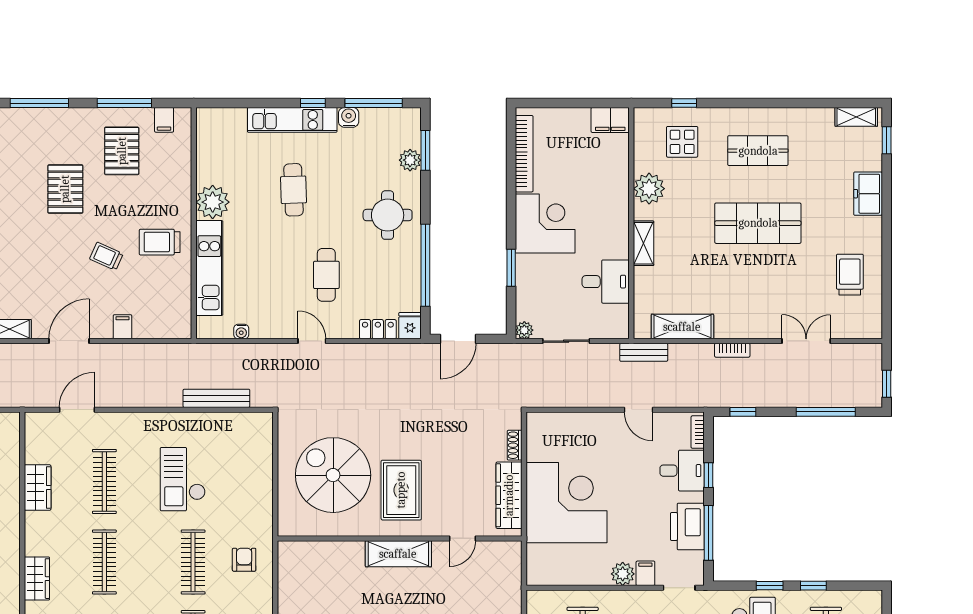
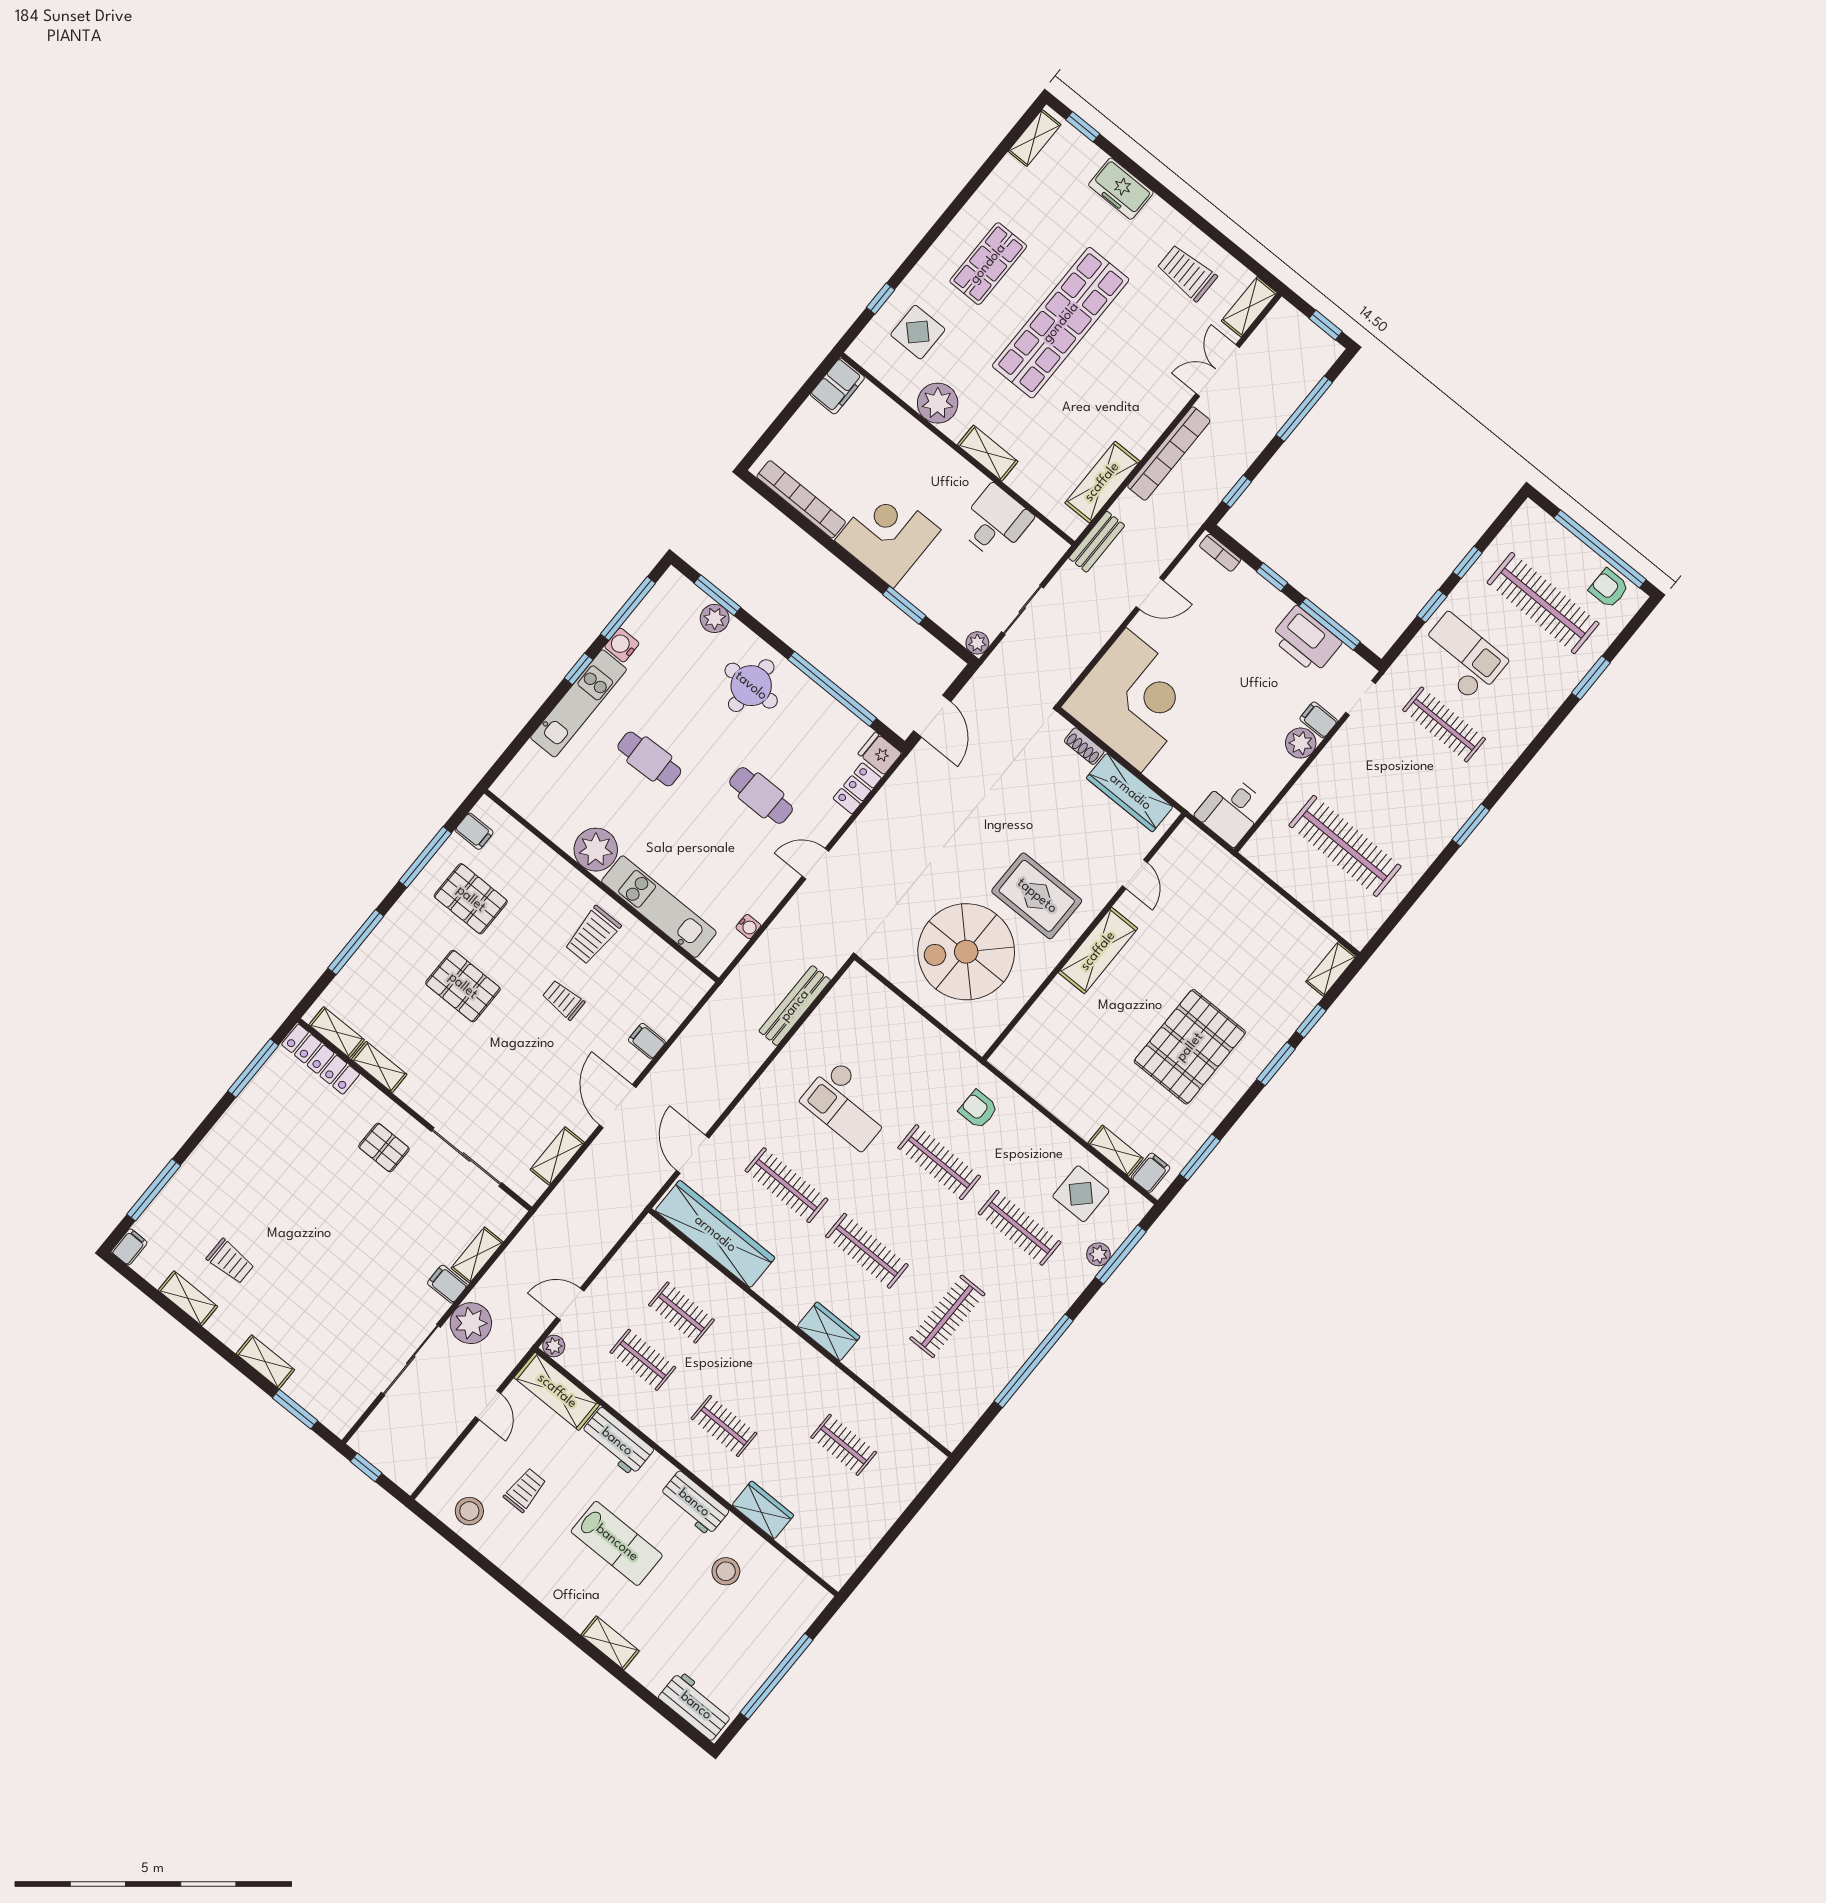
shop shelf: (758, 223) -> (1061, 323), width x1.40
trolley: (106, 256) -> (563, 1000), turned 66
shelving: (860, 329) -> (1249, 307), added
bookcase: (732, 350) -> (1169, 453), width x2.31, depth x1.31
desk: (682, 471) -> (1231, 810), moved, turned 180
wardrobe: (38, 488) -> (715, 1234), width x2.10, depth x1.17
corner desk: (566, 503) -> (1133, 700), moved, turned 90

